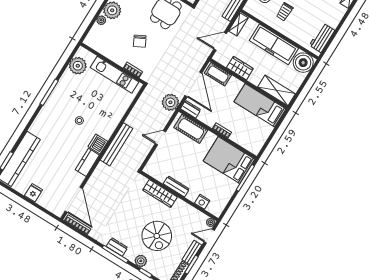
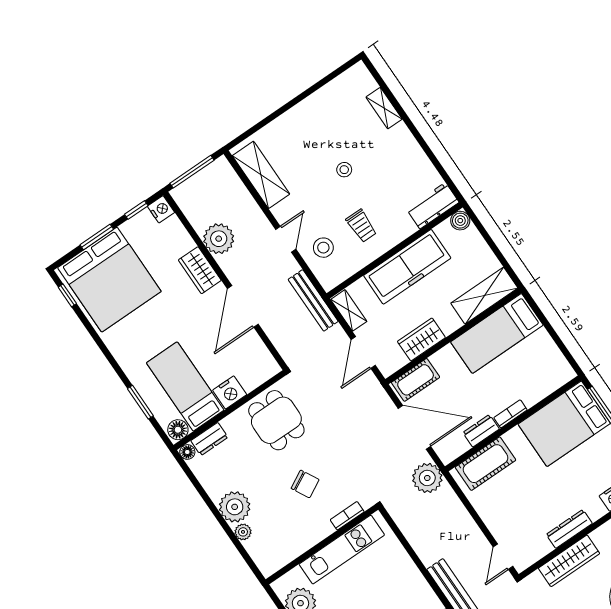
workbench: (322, 38) -> (433, 206), moved, turned 90
boiler: (303, 63) -> (460, 221), width x0.54, depth x0.54
dresser: (191, 109) -> (481, 431), moved
door: (160, 138) -> (503, 557), moved

